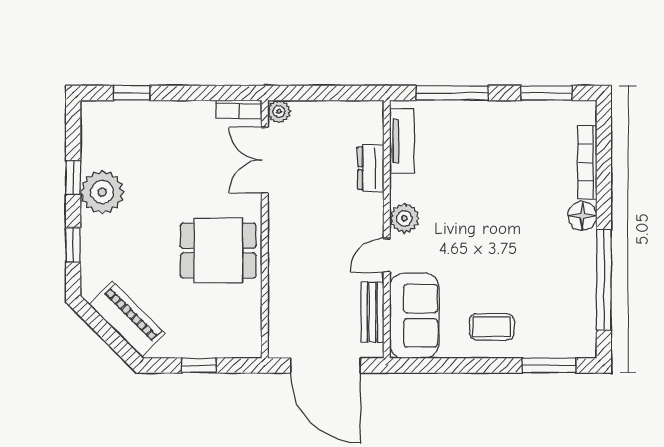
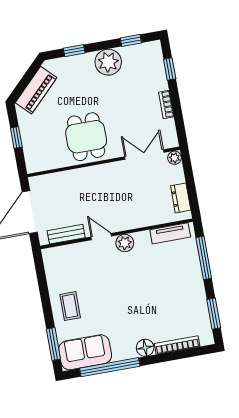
bookcase: (239, 109) -> (166, 104), moved
dresser: (371, 168) -> (181, 198), moved, turned -90
window: (73, 178) -> (131, 40), moved
sofa: (414, 316) -> (85, 352), moved, turned 180

